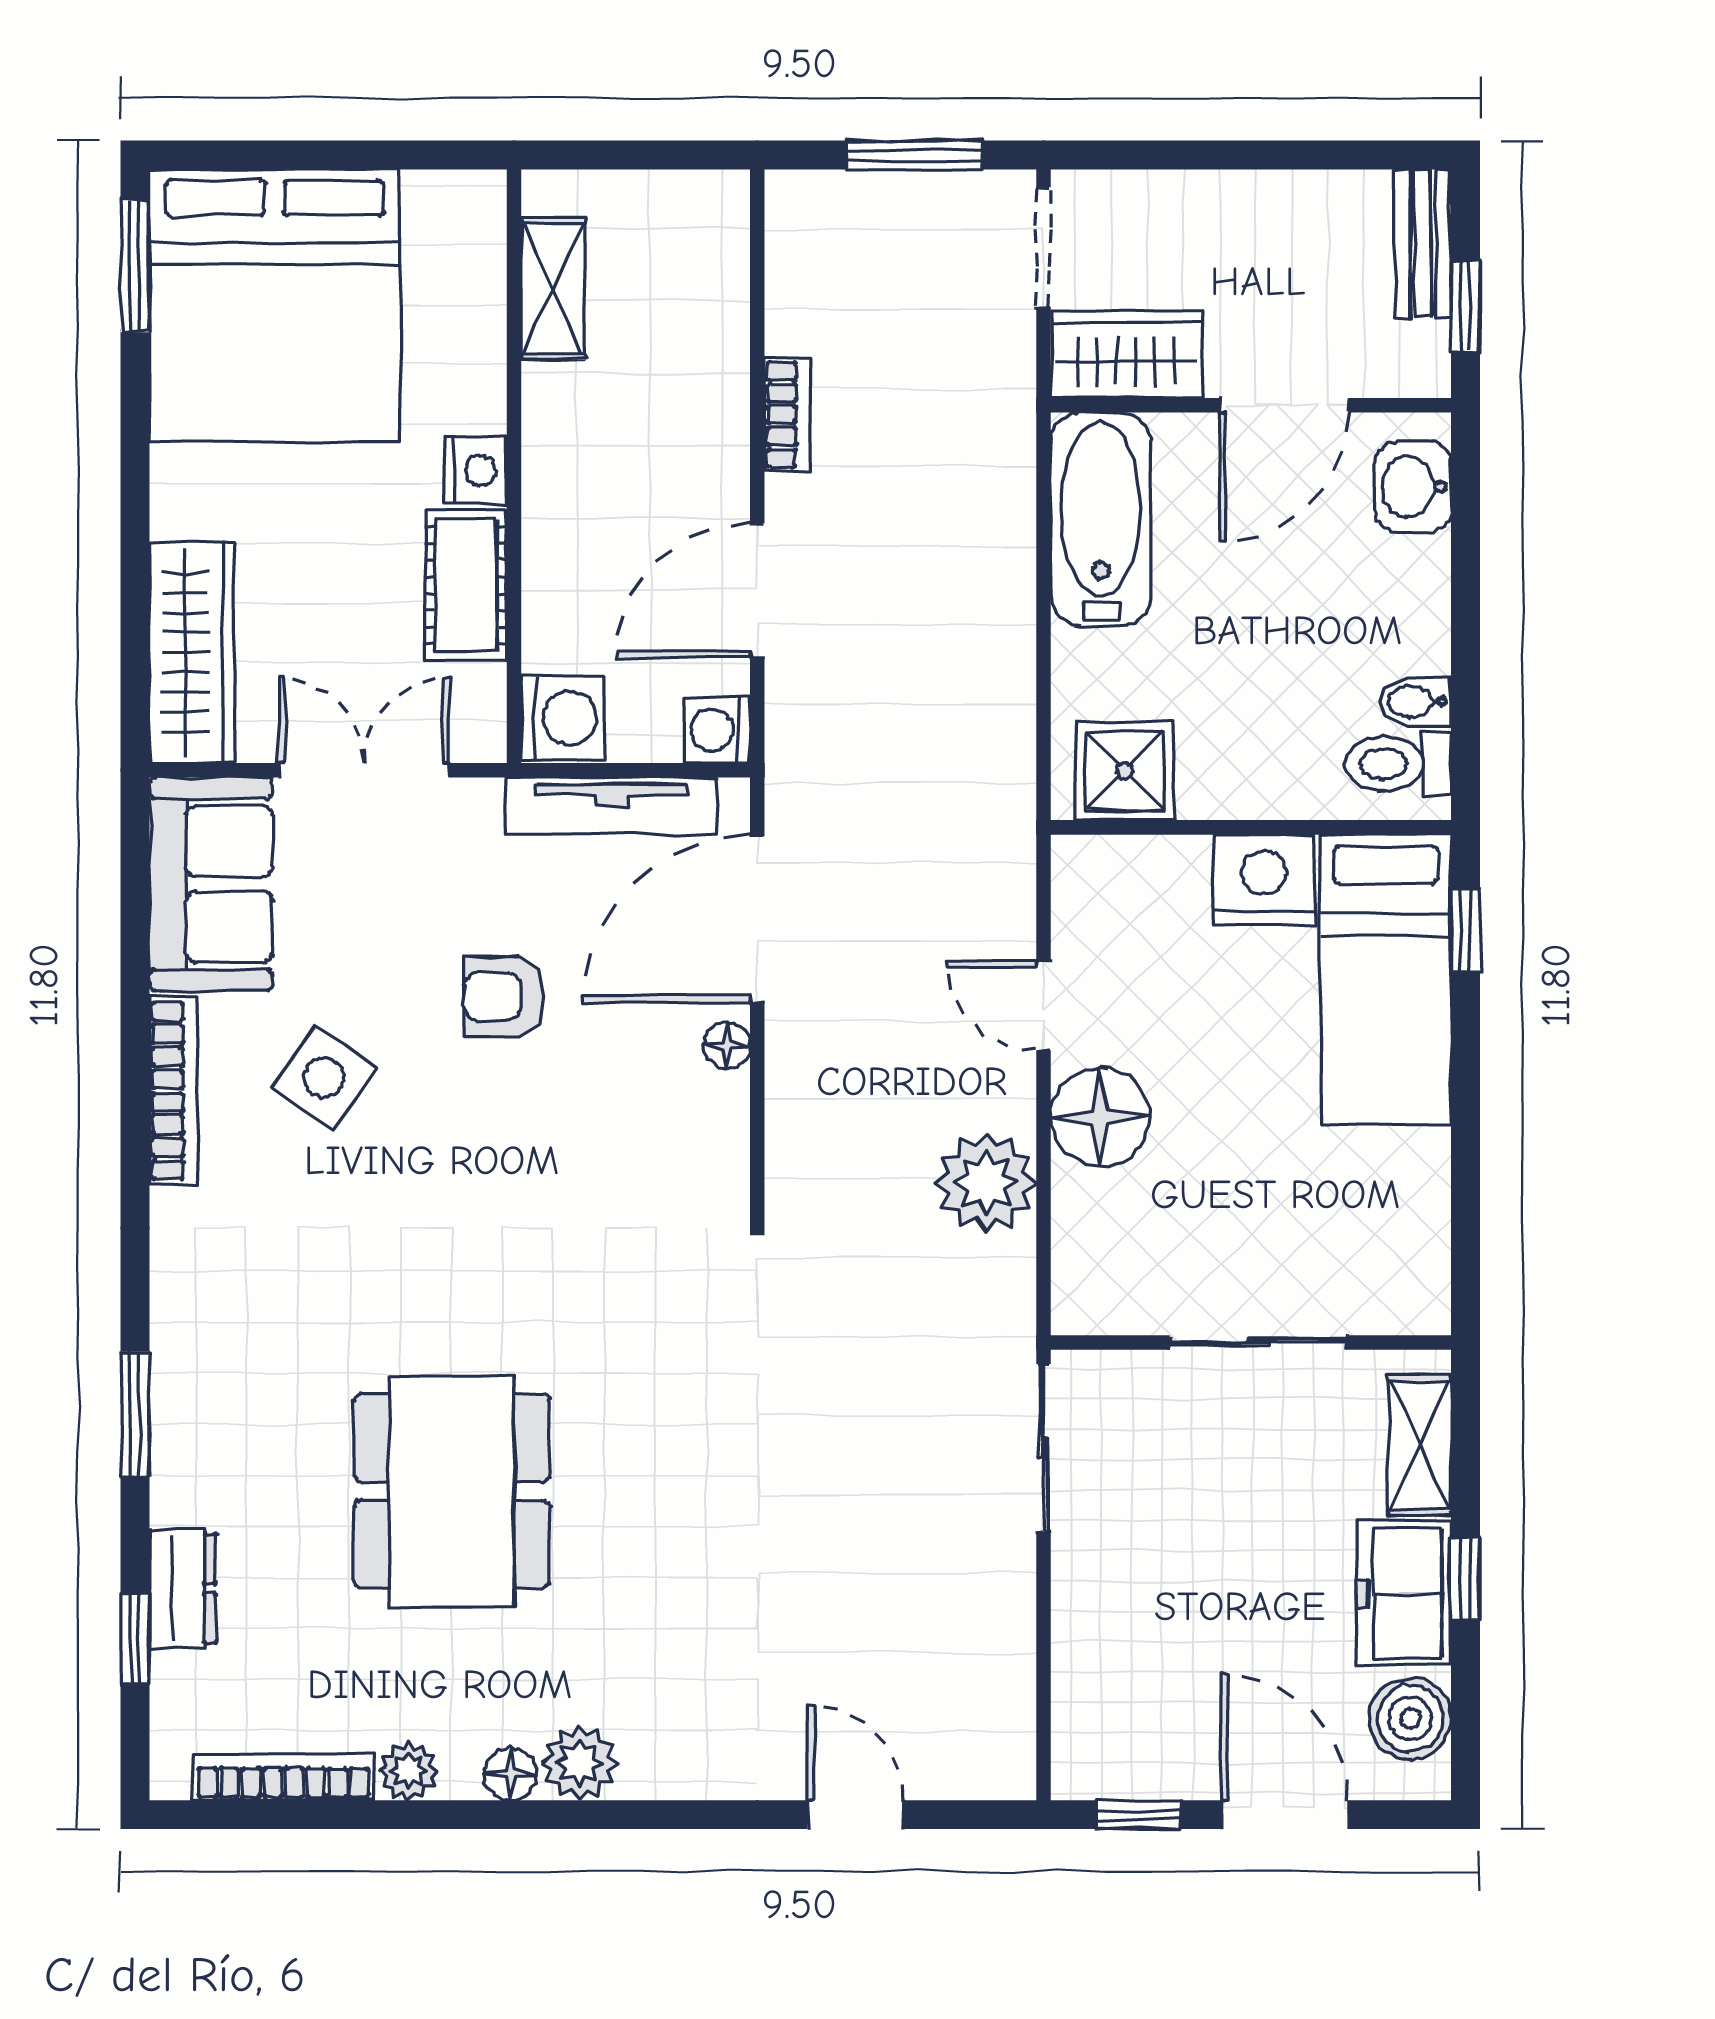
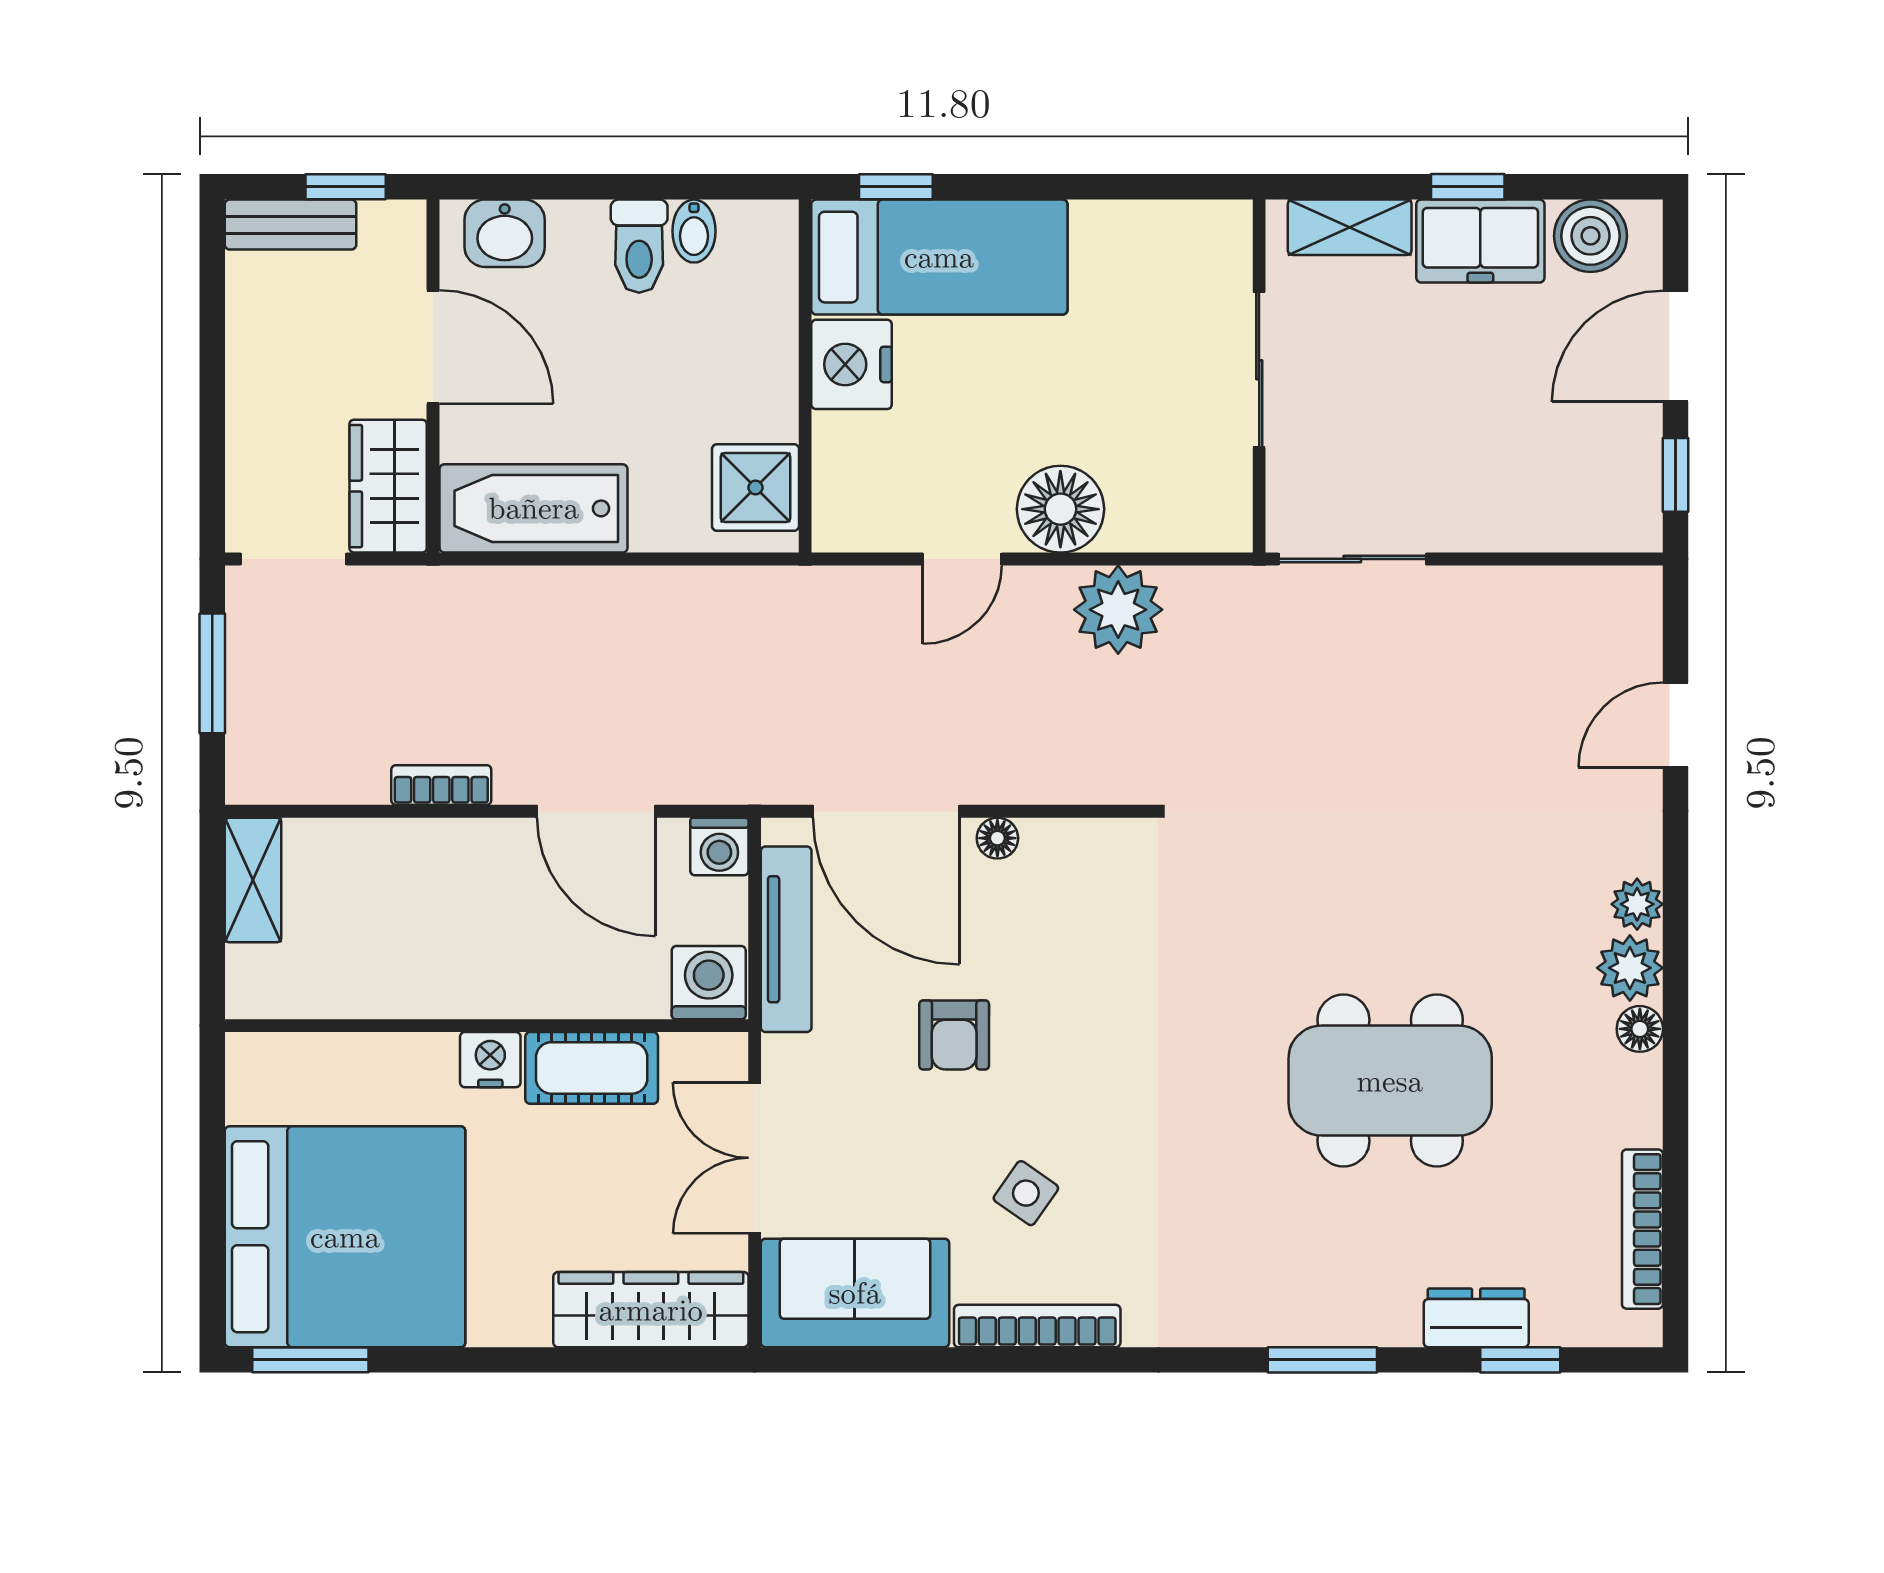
shelving: (553, 288) -> (253, 880), moved, turned 90
toilet: (1398, 764) -> (639, 246), moved
side table: (324, 1078) -> (1026, 1193), width x0.73, depth x0.73
plant: (409, 1771) -> (1637, 904), moved

